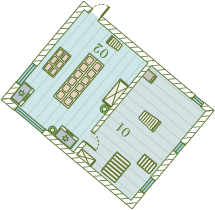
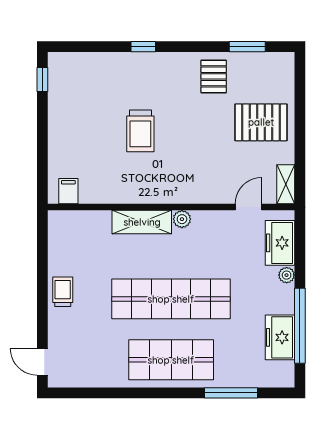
shop shelf: (57, 62) -> (171, 360), width x1.43, depth x1.36
freezer: (22, 94) -> (280, 337), moved, turned -90

